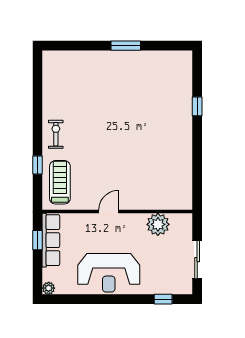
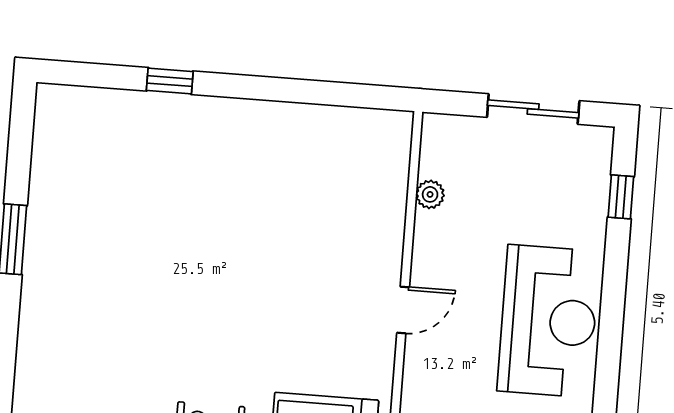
door: (109, 212) -> (403, 310), swing flipped
plant: (158, 224) -> (430, 194), width x0.53, depth x0.53

